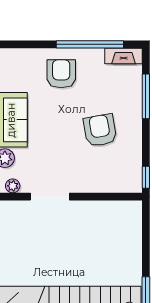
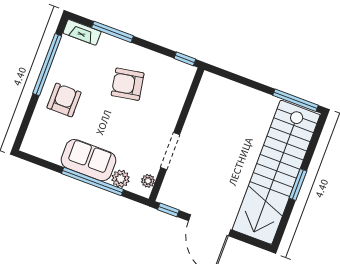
fireplace: (124, 56) -> (82, 32), moved, turned 90
armchair: (61, 74) -> (64, 100), turned 90

